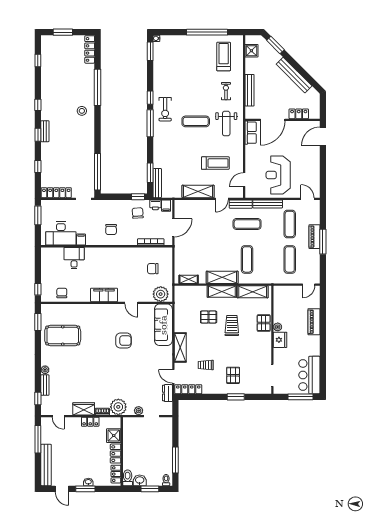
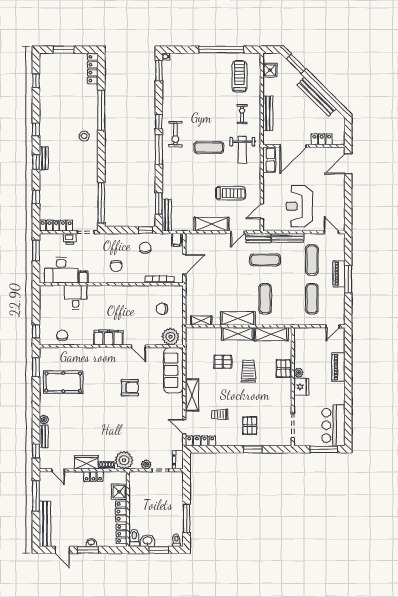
printer: (155, 205) -> (70, 239), moved
dresser: (167, 393) -> (178, 460), moved

